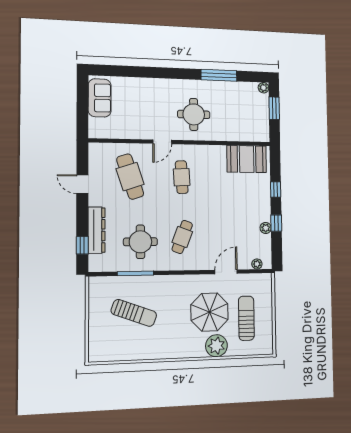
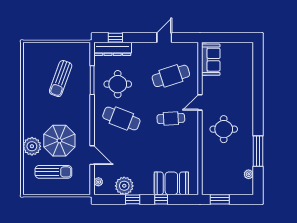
plant: (263, 88) -> (249, 174), moved
sofa: (100, 98) -> (211, 60), moved, turned -90
window: (274, 108) -> (220, 199), moved
door: (162, 142) -> (200, 102), hinge flipped
booth: (247, 159) -> (171, 183), moved, turned 90
plant: (266, 228) -> (124, 186), width x1.87, depth x1.87
dresser: (97, 230) -> (113, 49), moved
cafe table: (182, 237) -> (121, 119), width x1.37, depth x1.35

